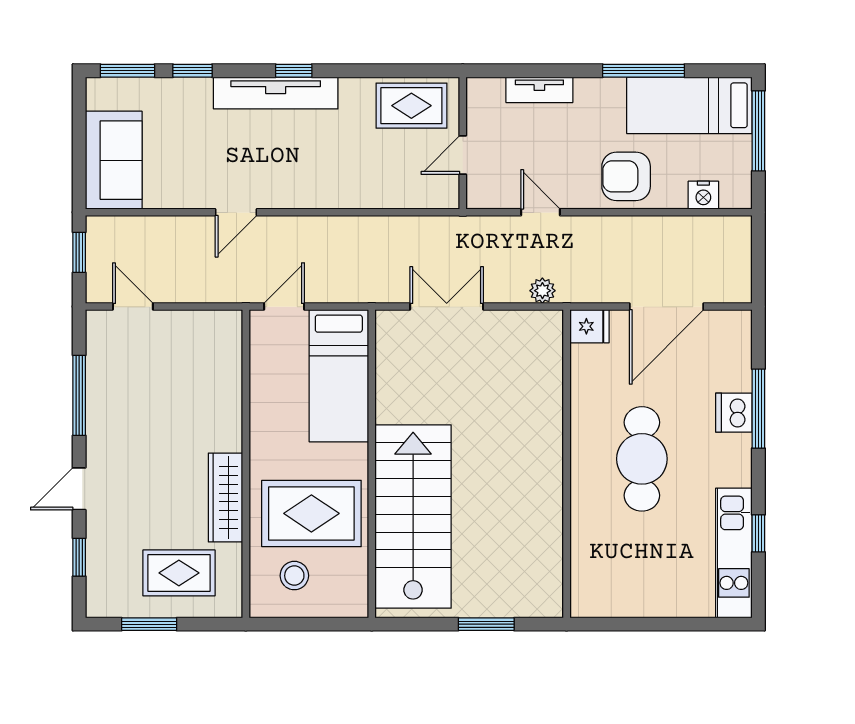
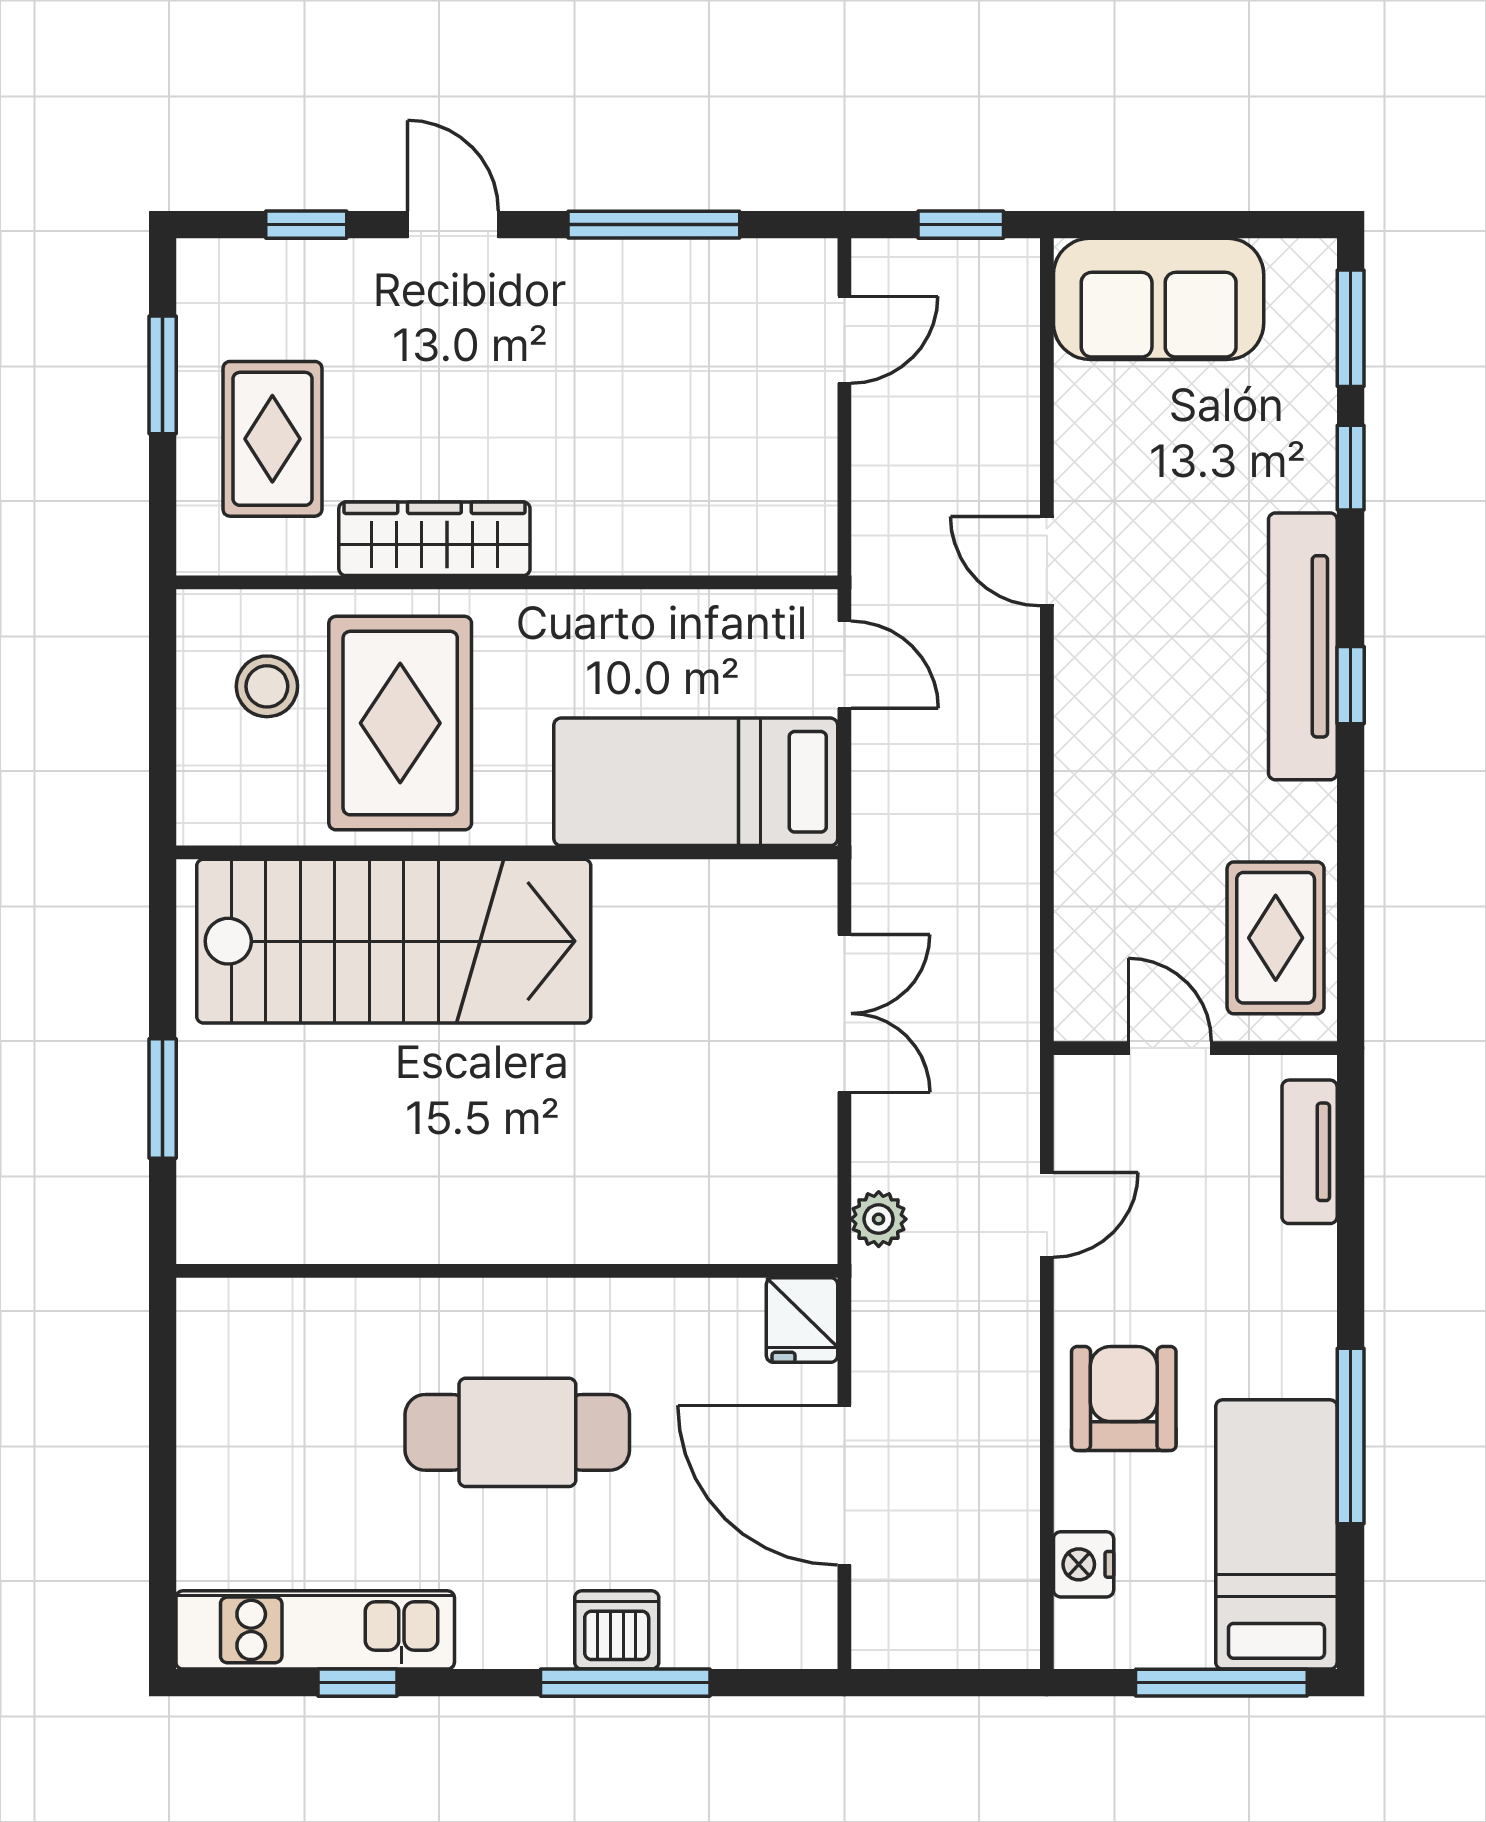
tv unit: (539, 90) -> (1310, 1152), moved

